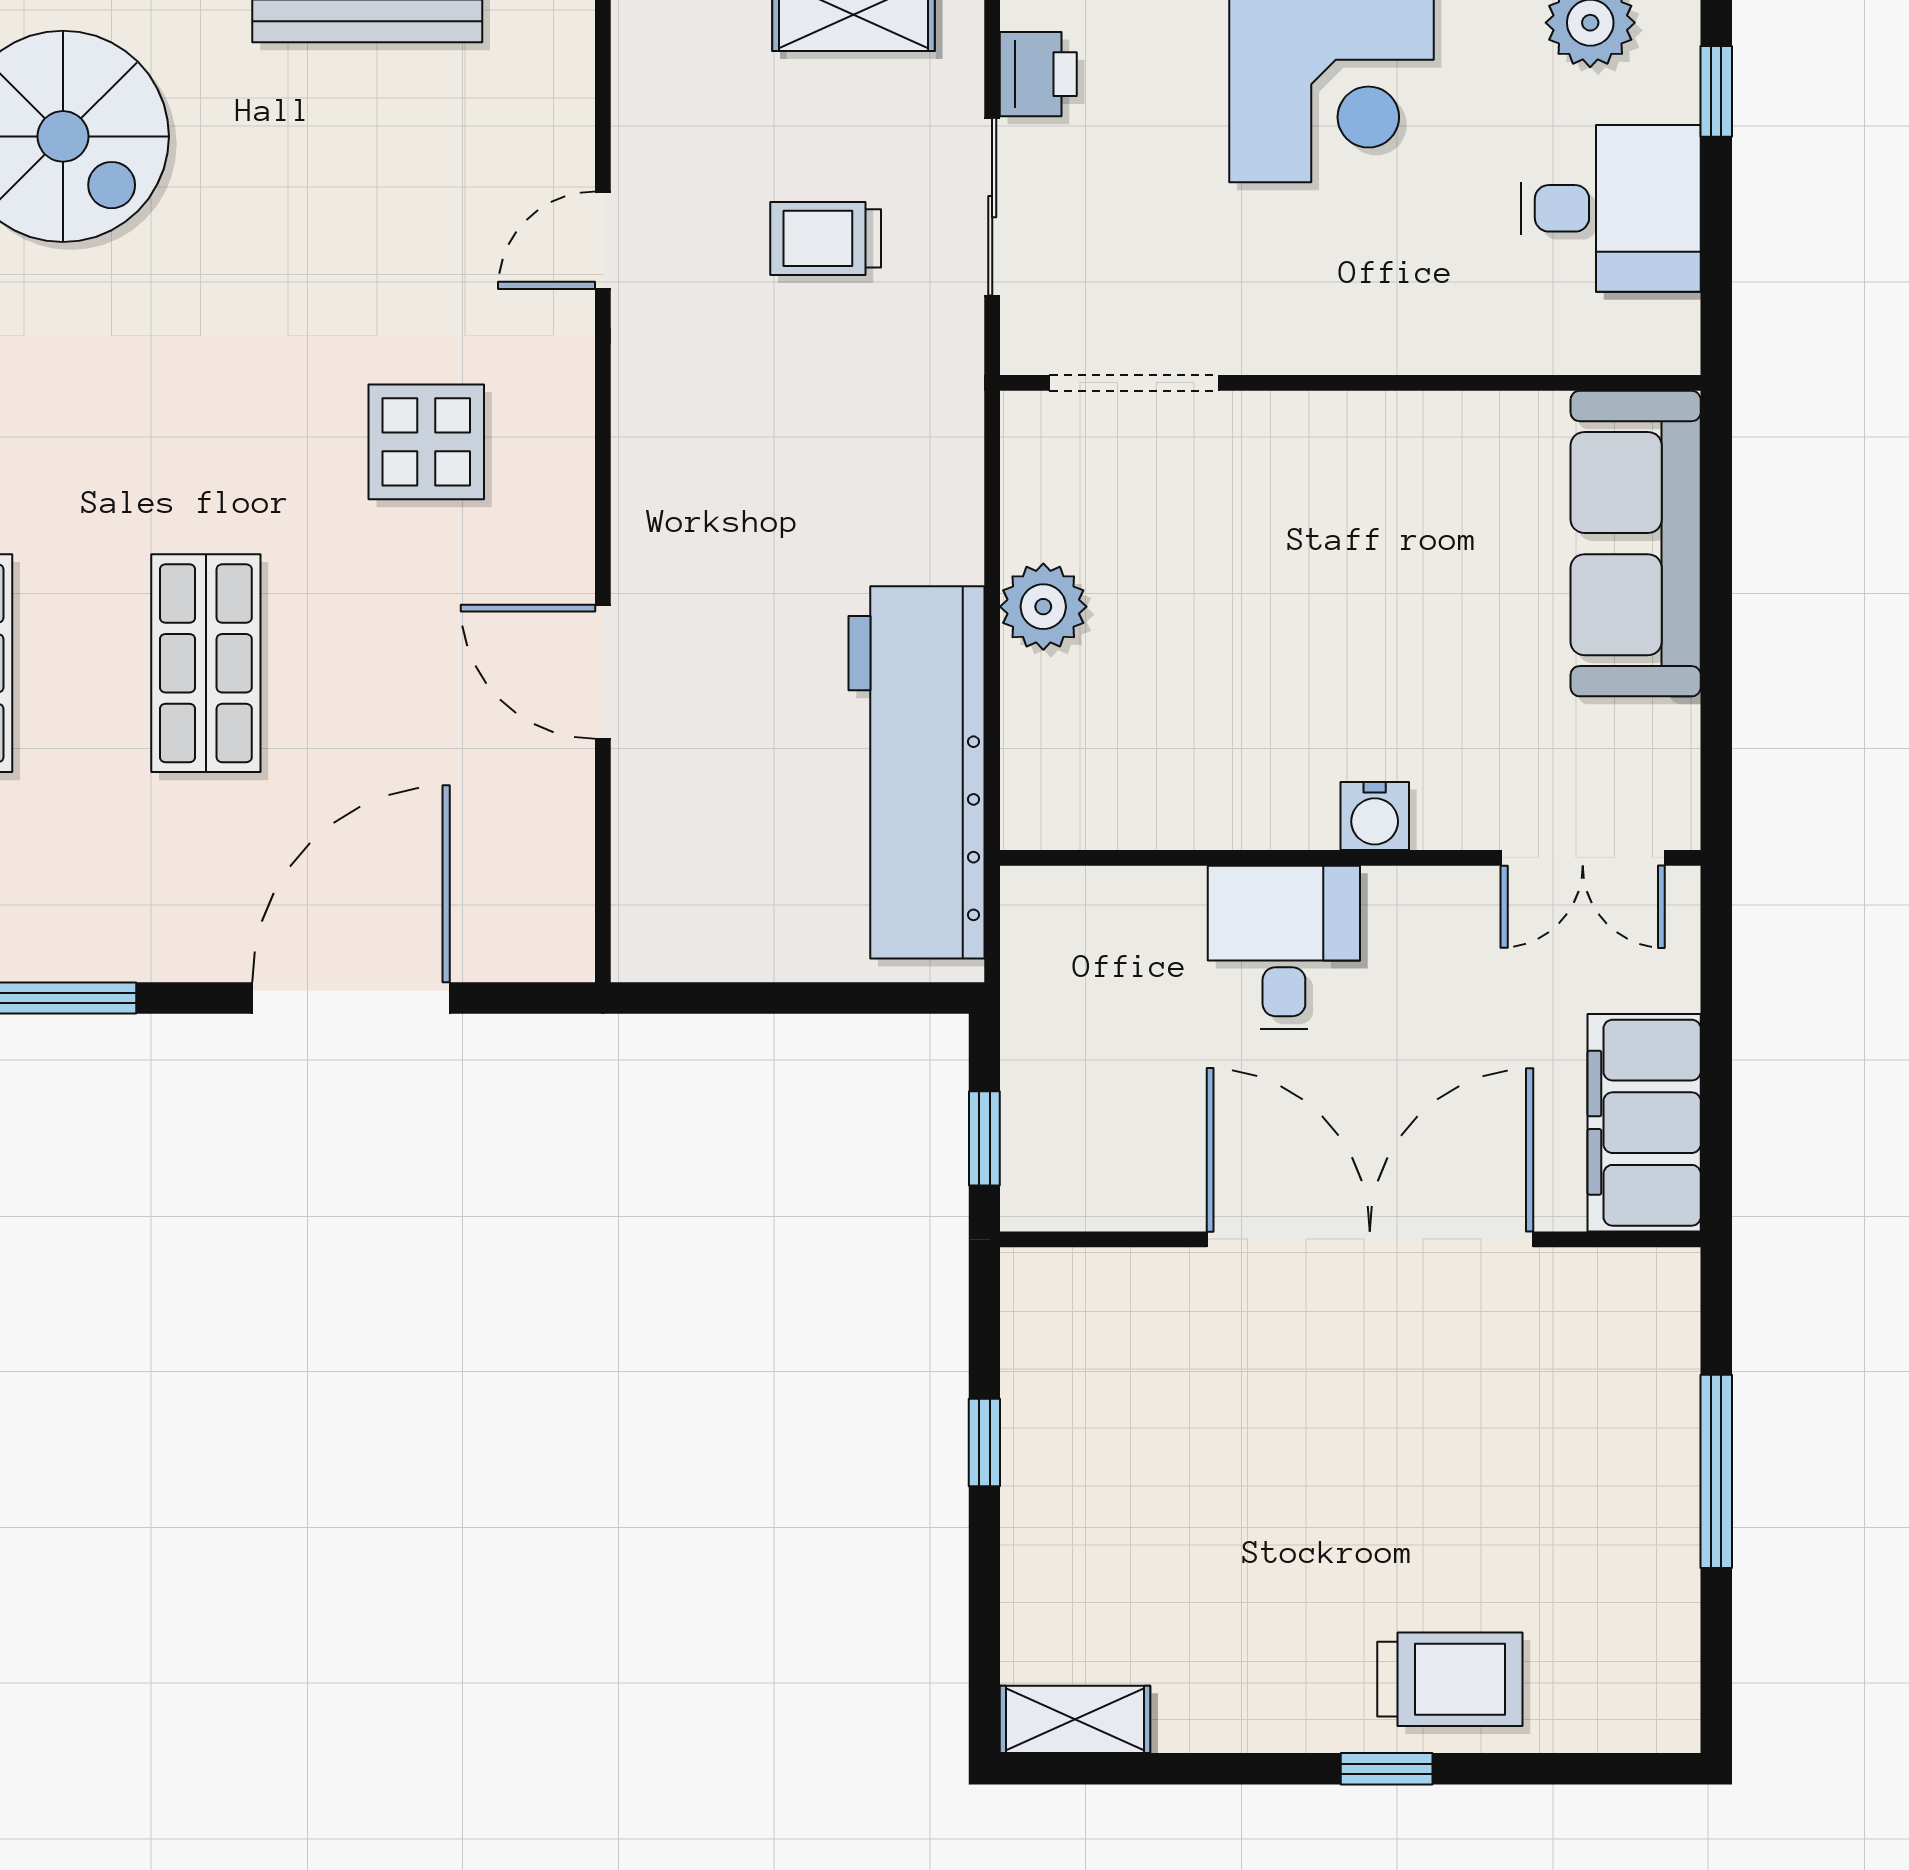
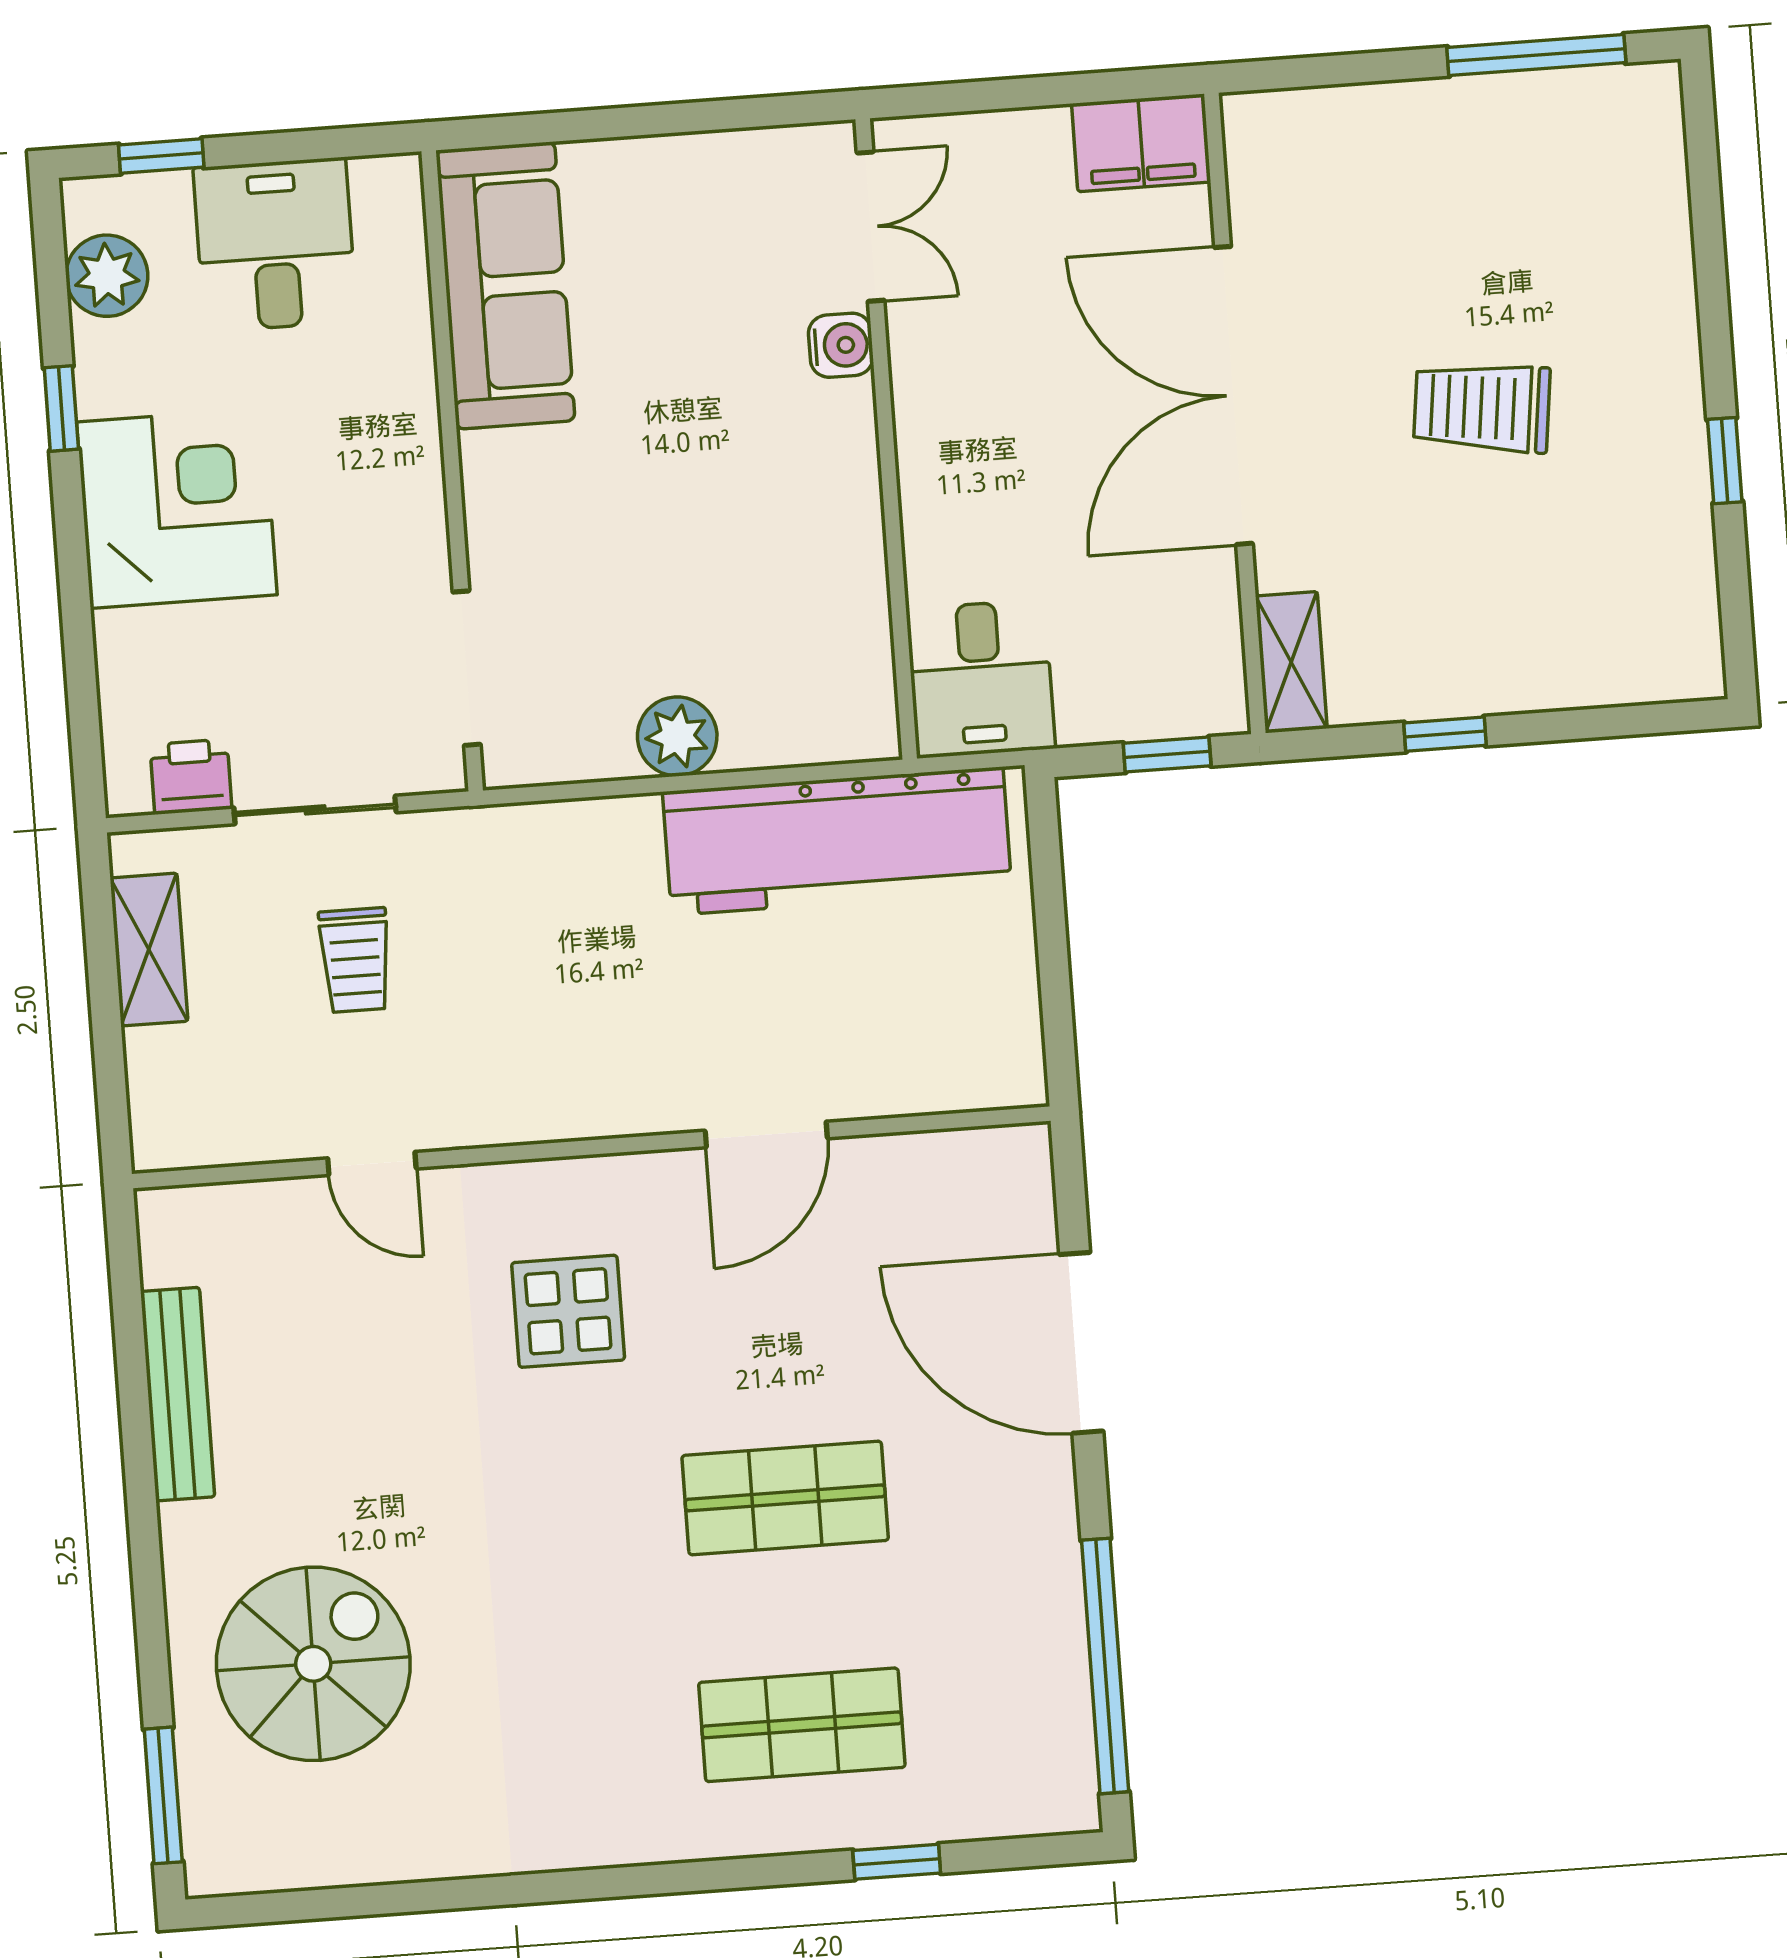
sofa: (1636, 544) -> (505, 285), moved, turned -90
water cooler: (1375, 816) -> (841, 345), moved
desk: (1284, 948) -> (981, 679), moved, turned -90
filing cabinet: (1644, 1123) -> (1141, 143), width x0.67, depth x0.86
window: (1716, 1471) -> (1536, 55), moved
trolley: (1450, 1679) -> (1482, 408), moved, turned -83
shelving: (1075, 1719) -> (1291, 662), moved
window: (1387, 1769) -> (1725, 461), moved

